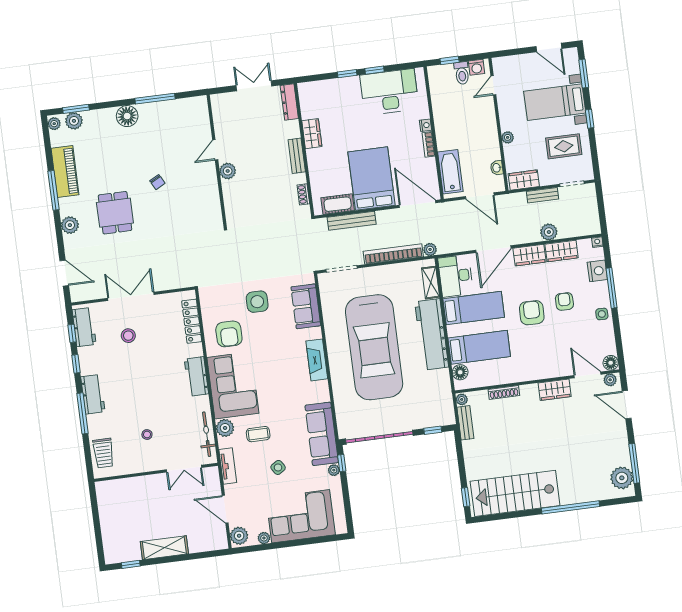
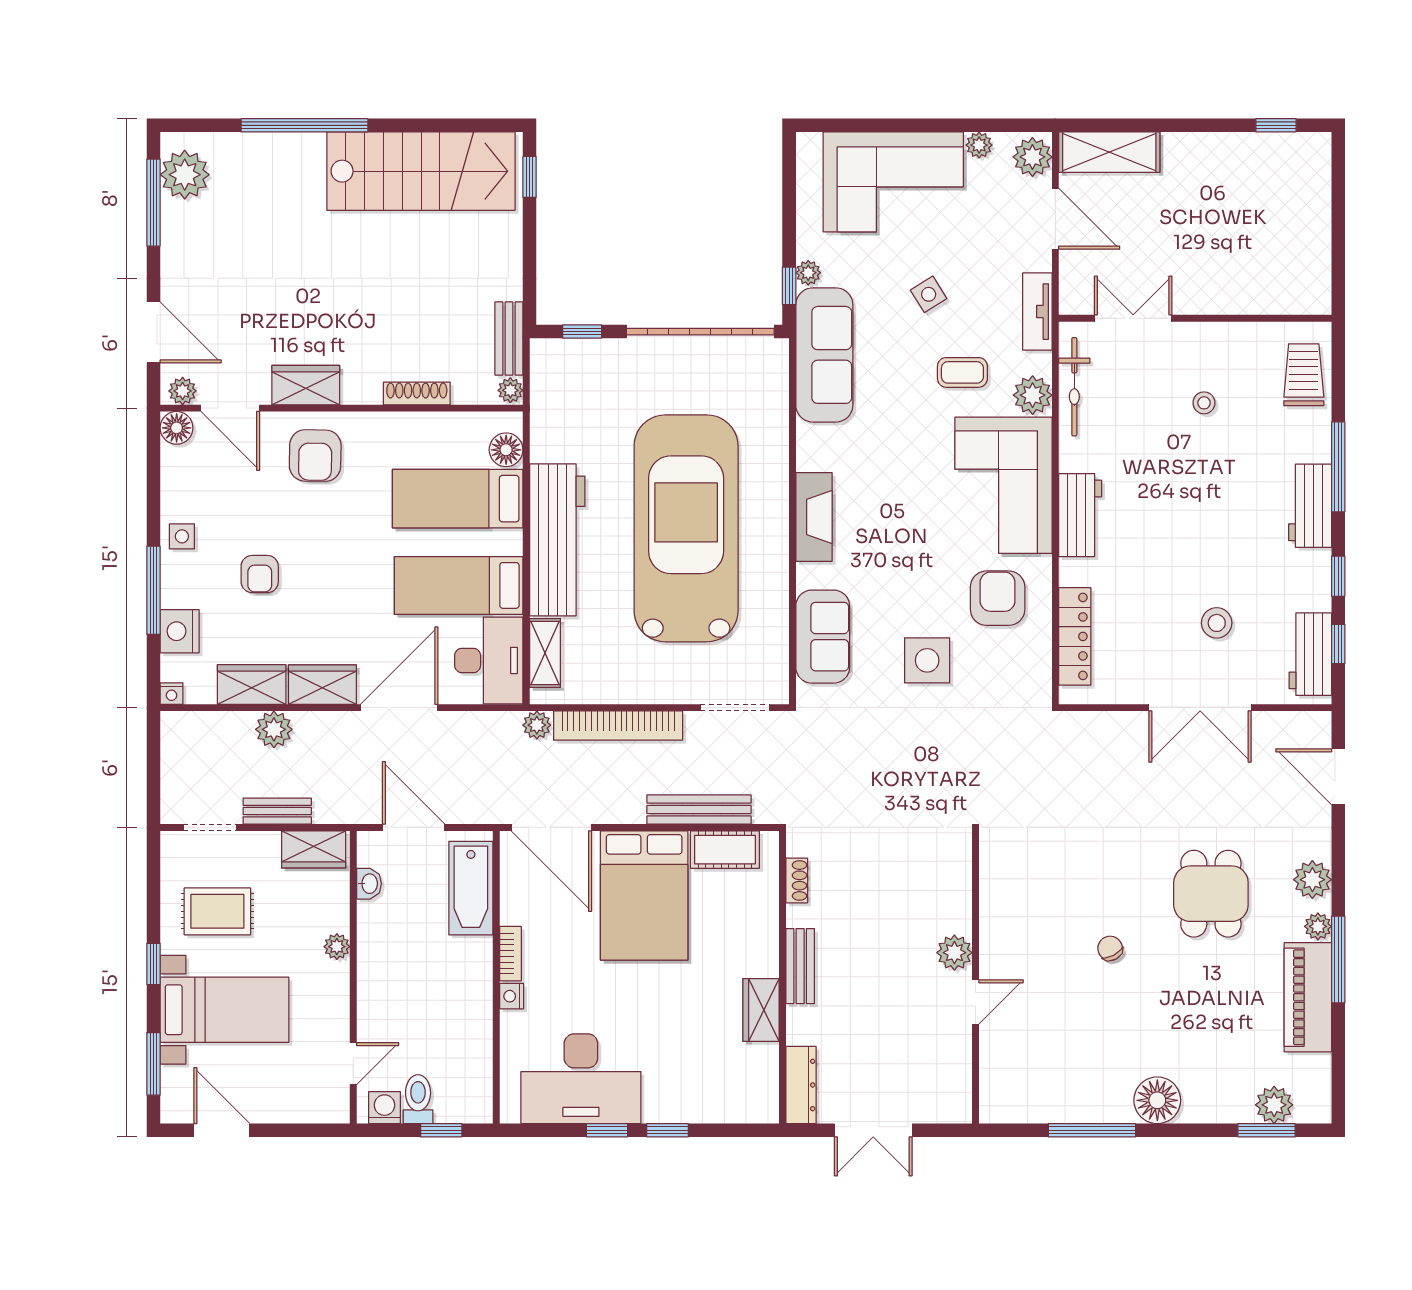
plant: (54, 124) -> (1318, 926), moved
armchair: (532, 313) -> (315, 456), moved
shelving: (164, 548) -> (1109, 152), moved

